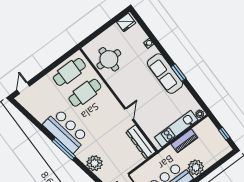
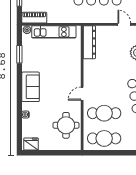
window: (179, 73) -> (19, 54), moved
sofa: (165, 74) -> (31, 87), width x0.73
door: (129, 114) -> (82, 94), moved
piano: (184, 141) -> (34, 18), moved

